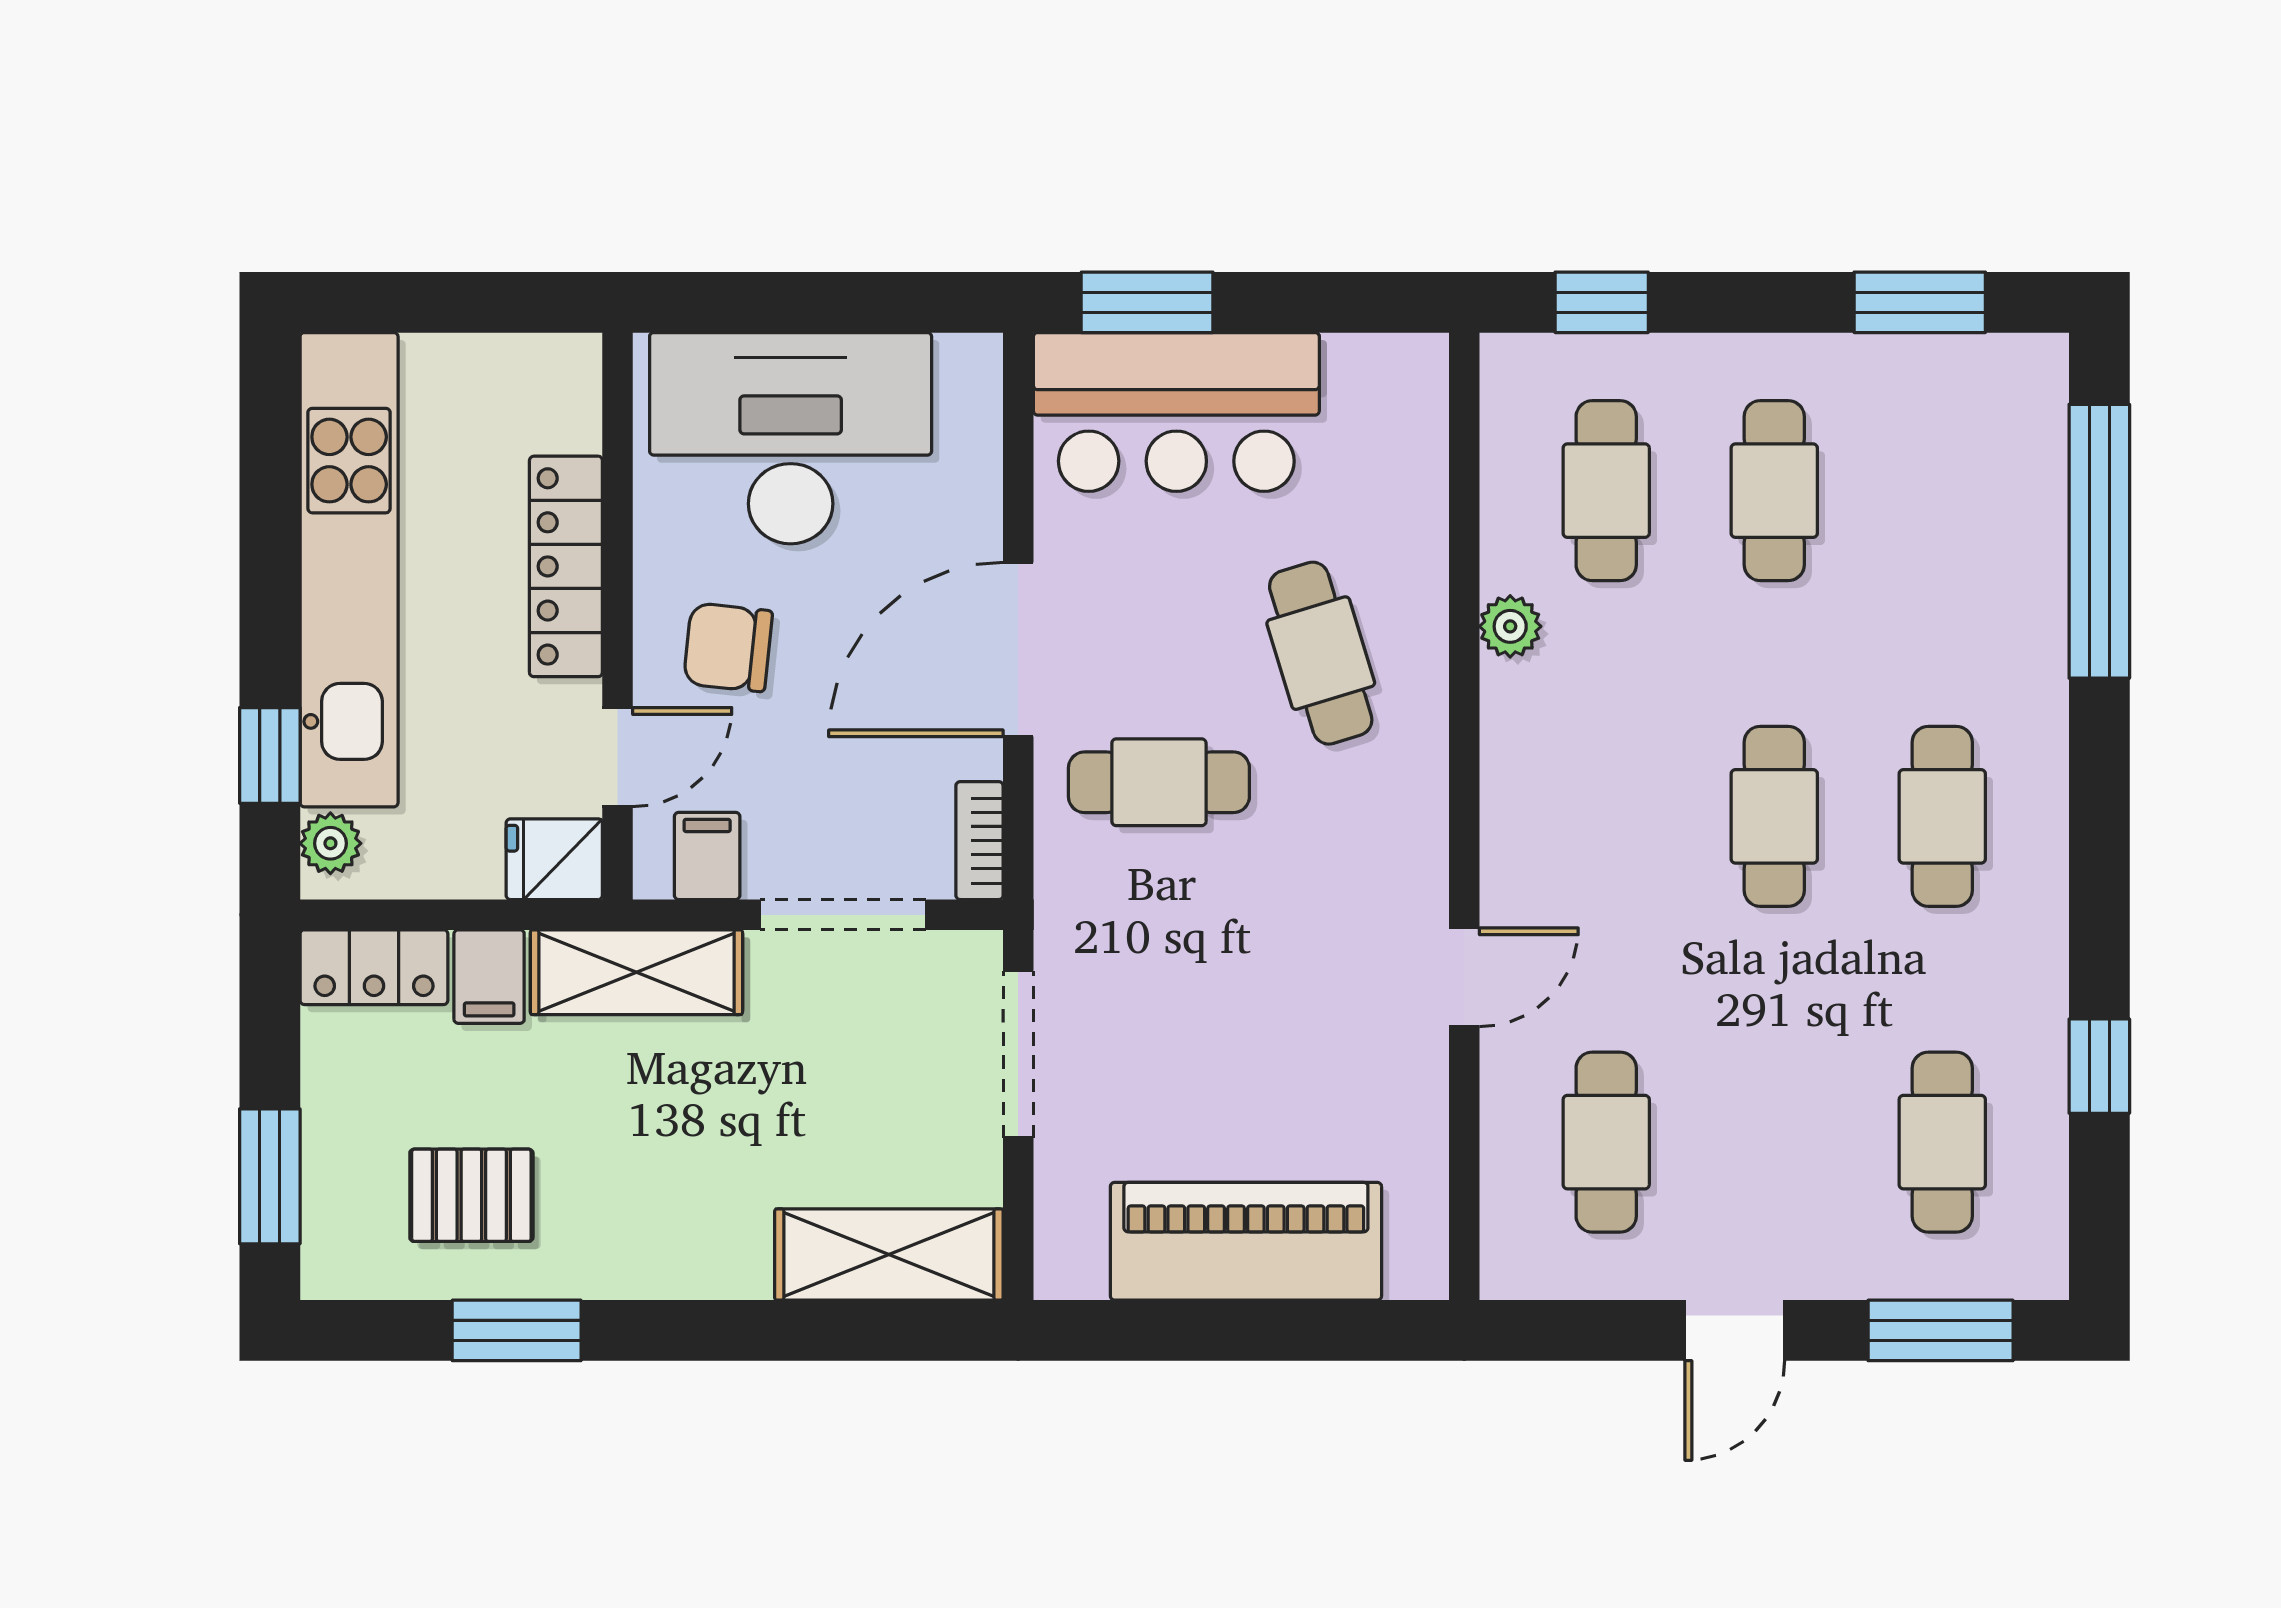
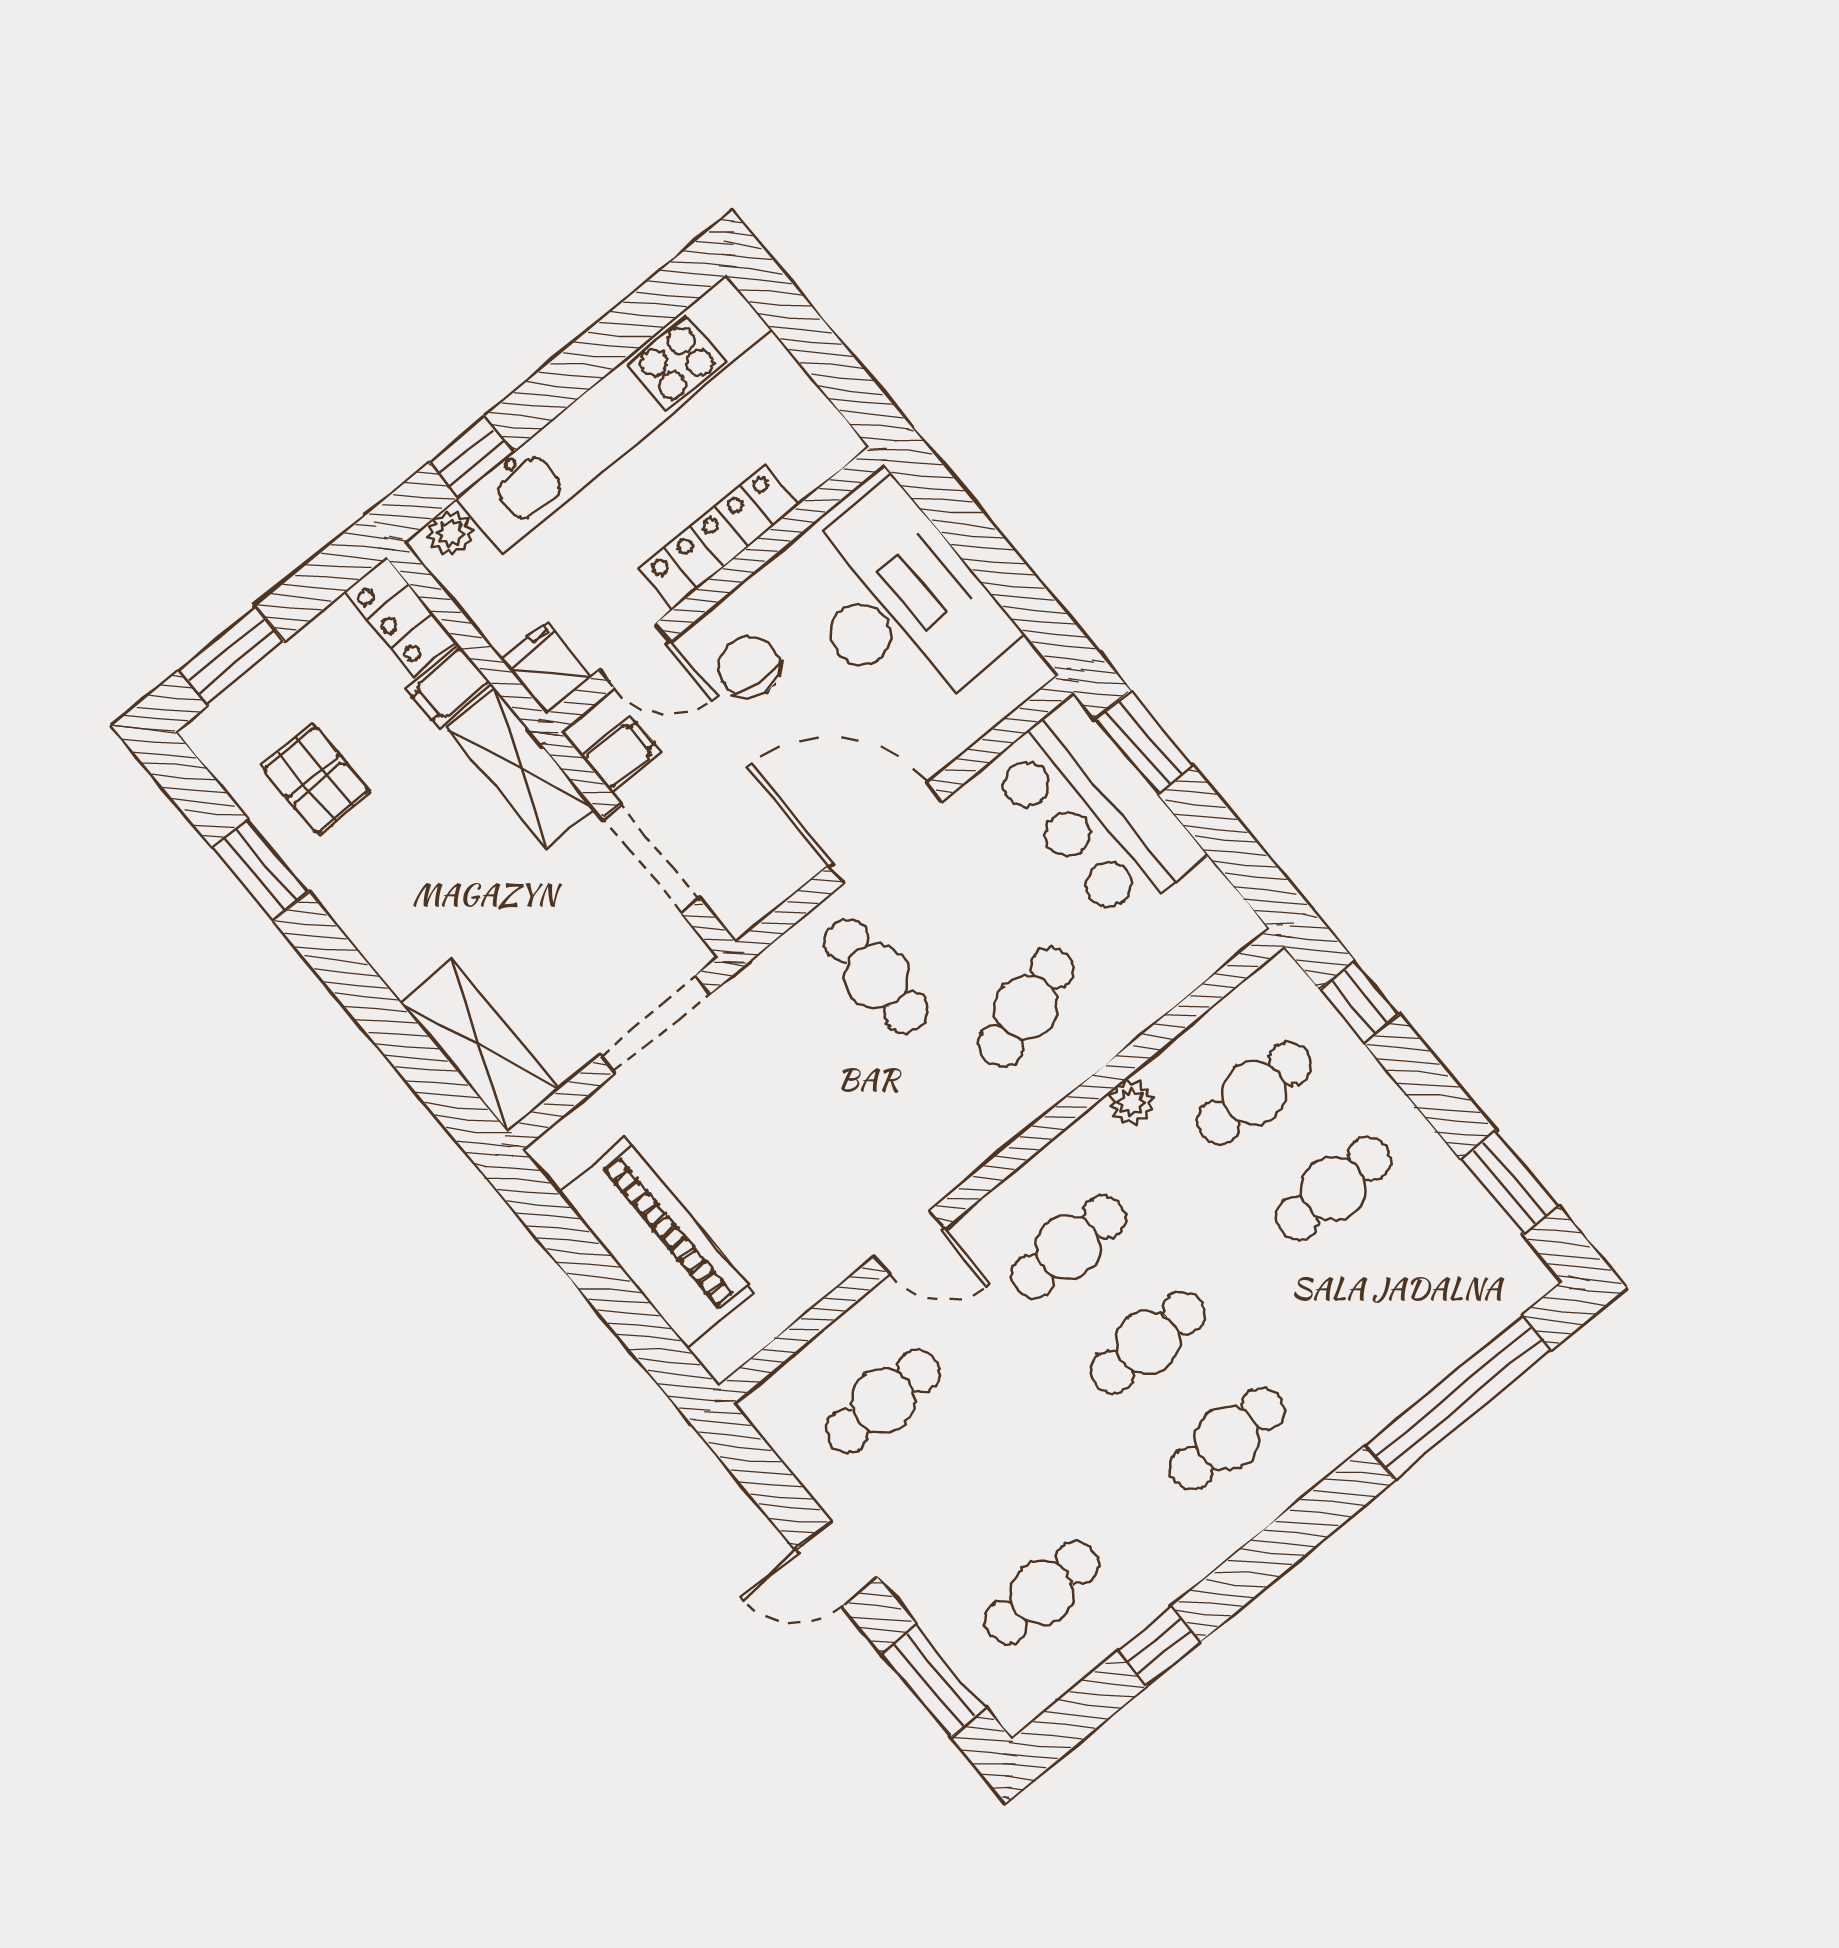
cafe table: (1606, 816) -> (1068, 1247), added
bookcase: (980, 841) -> (758, 902), removed

